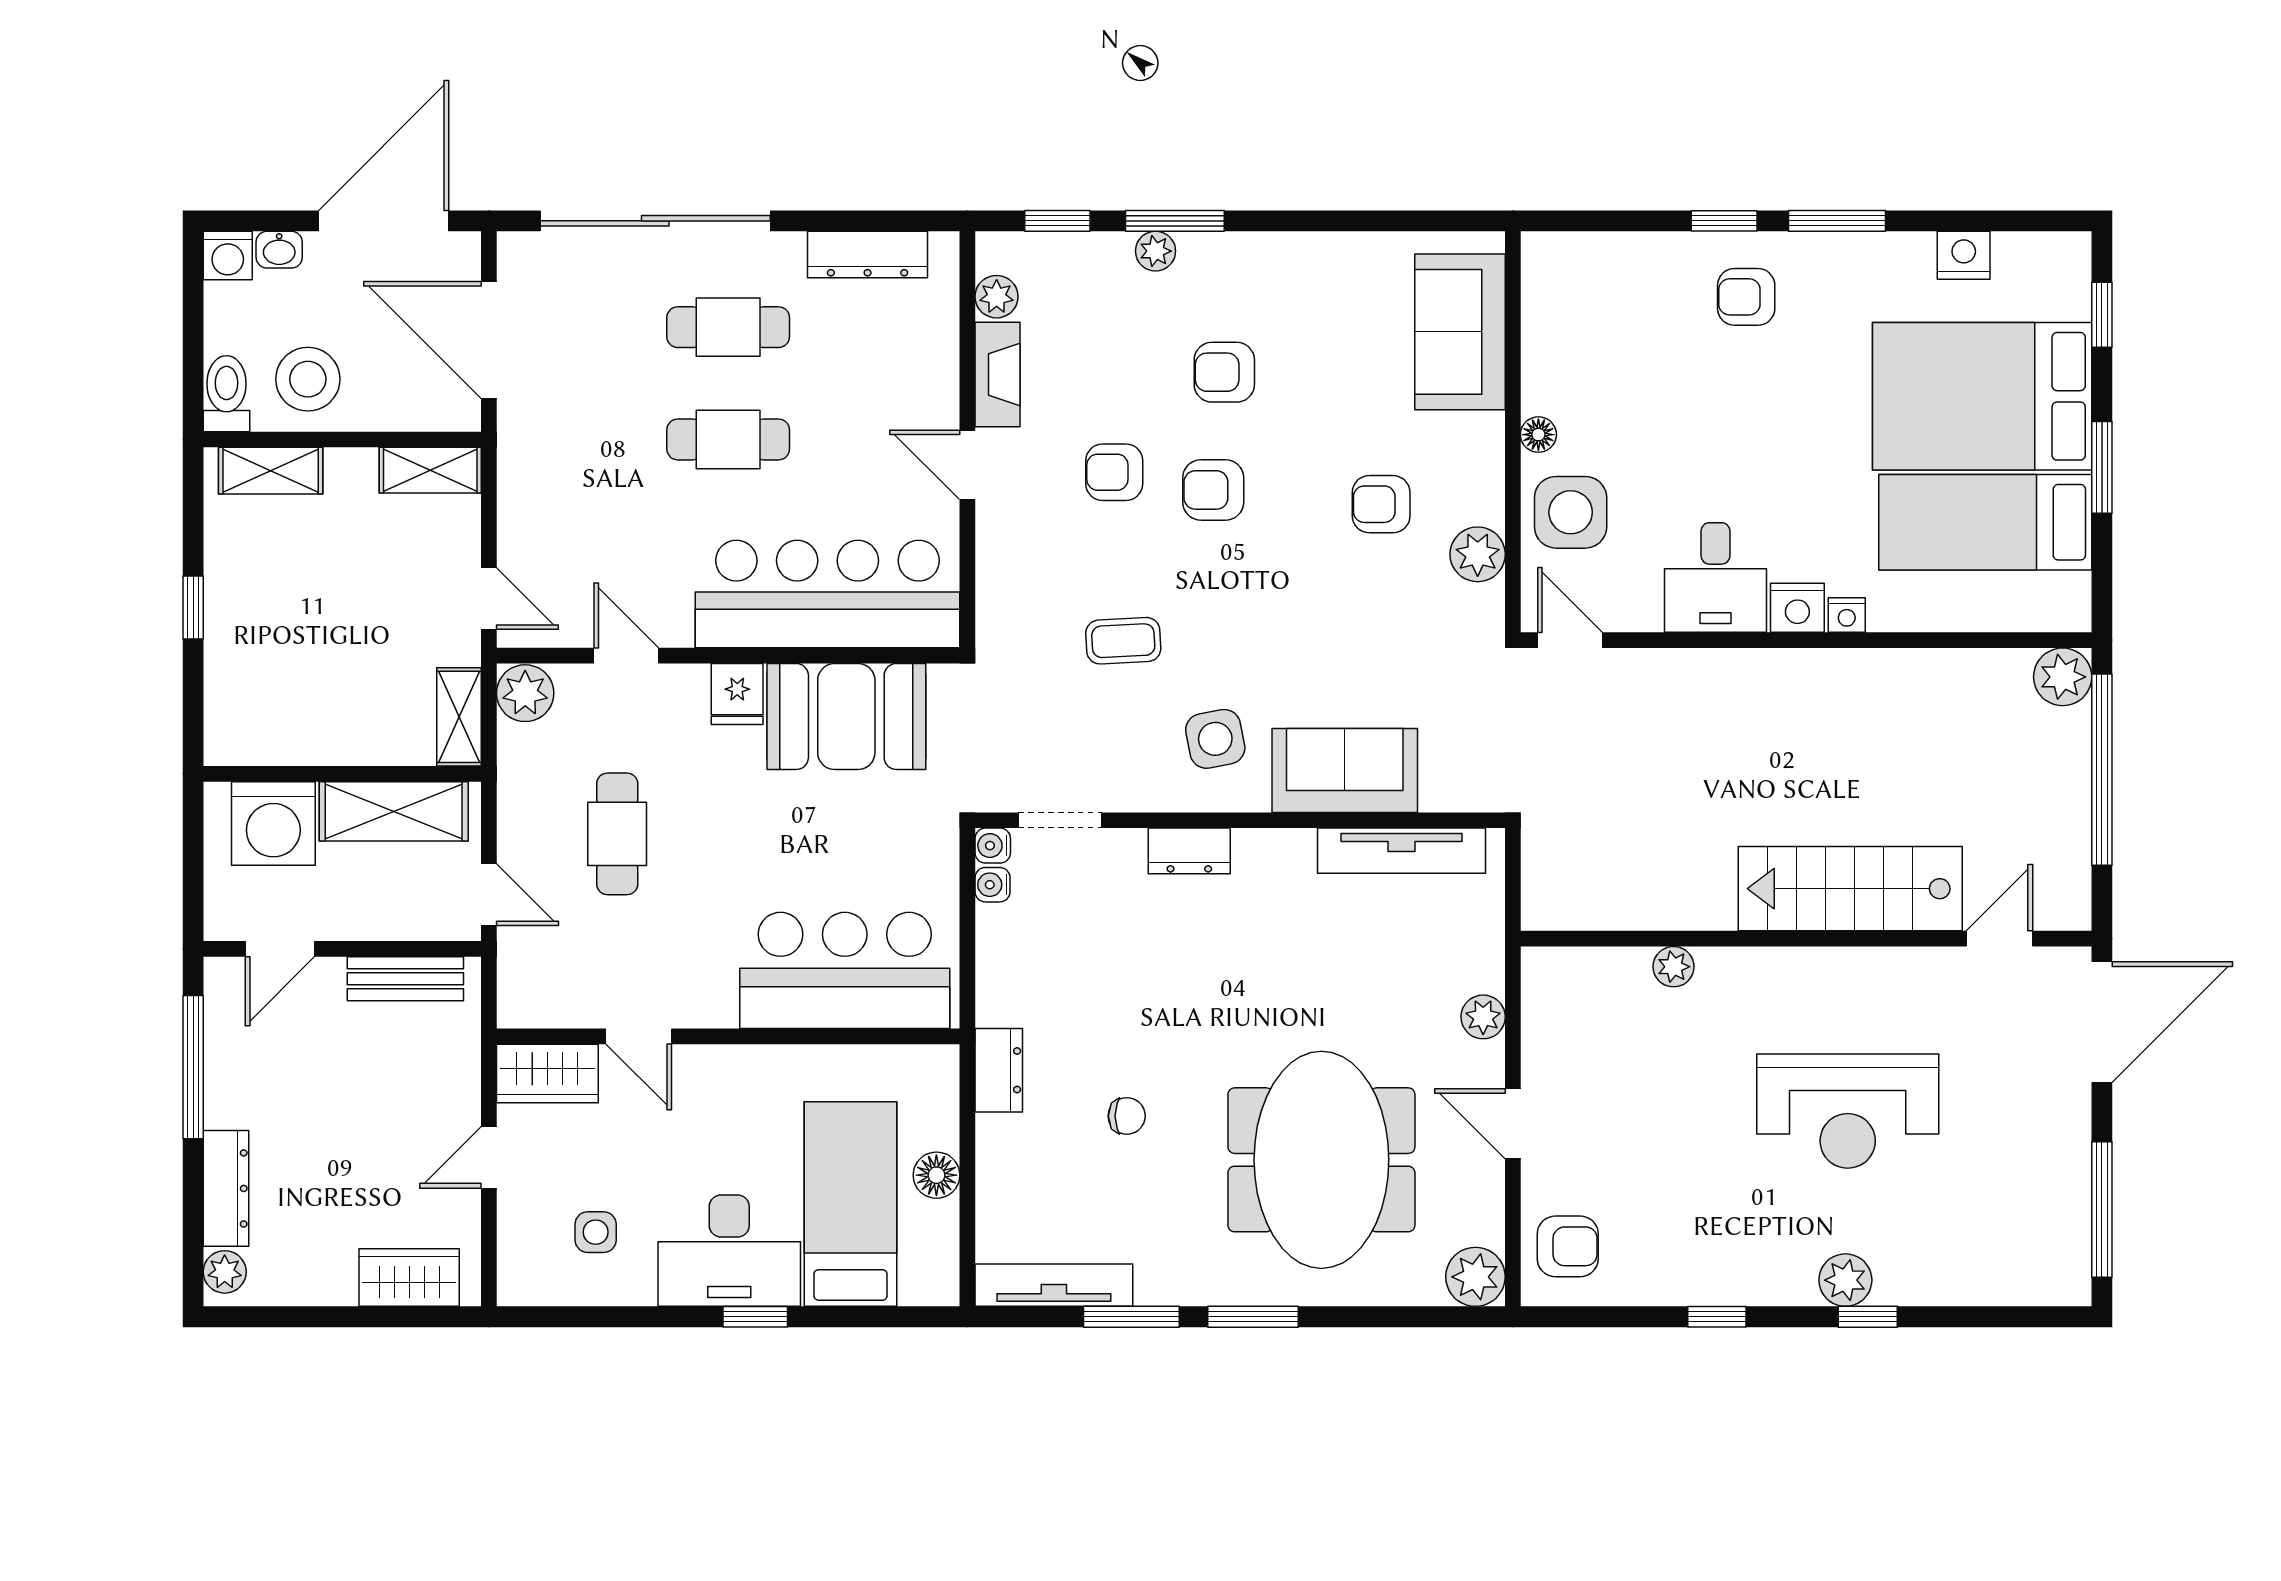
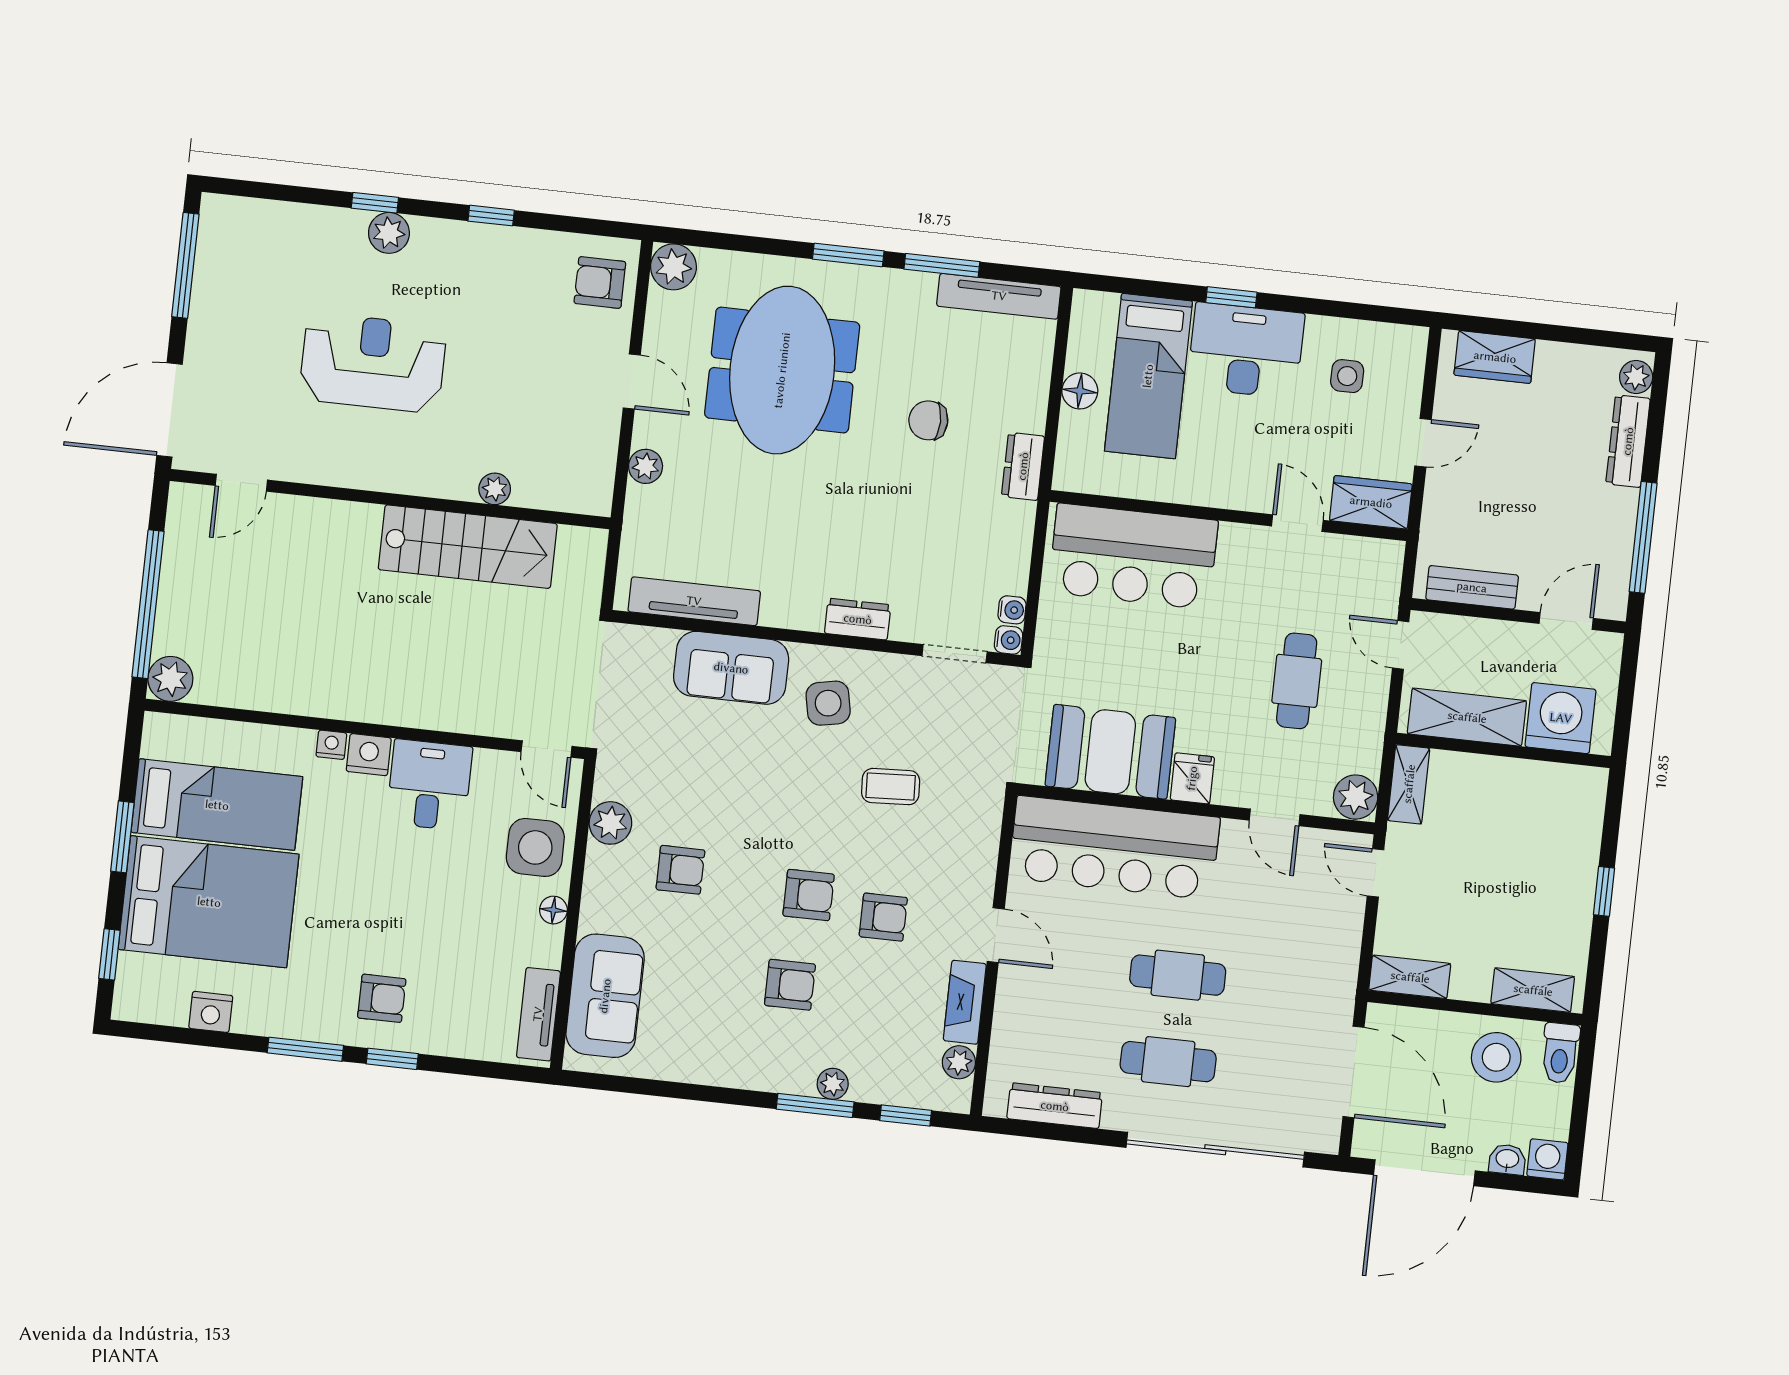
tv unit: (1543, 299) -> (538, 1014), added
stairs: (1850, 889) -> (468, 547), moved
chair: (1127, 1116) -> (928, 420), width x1.37, depth x1.37

